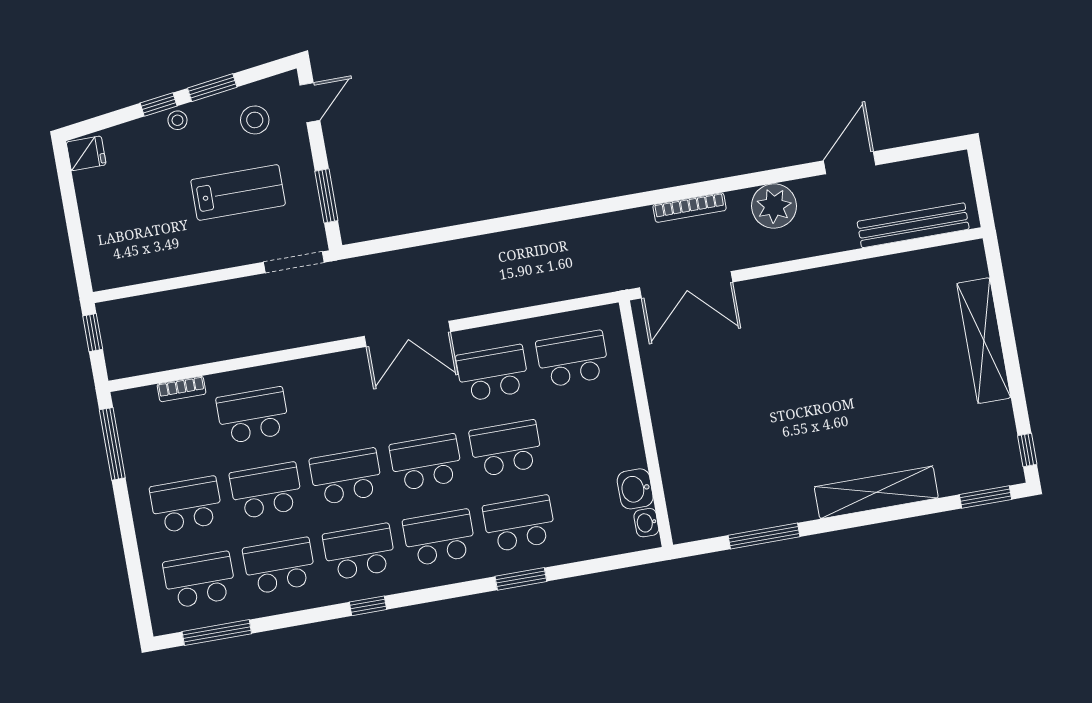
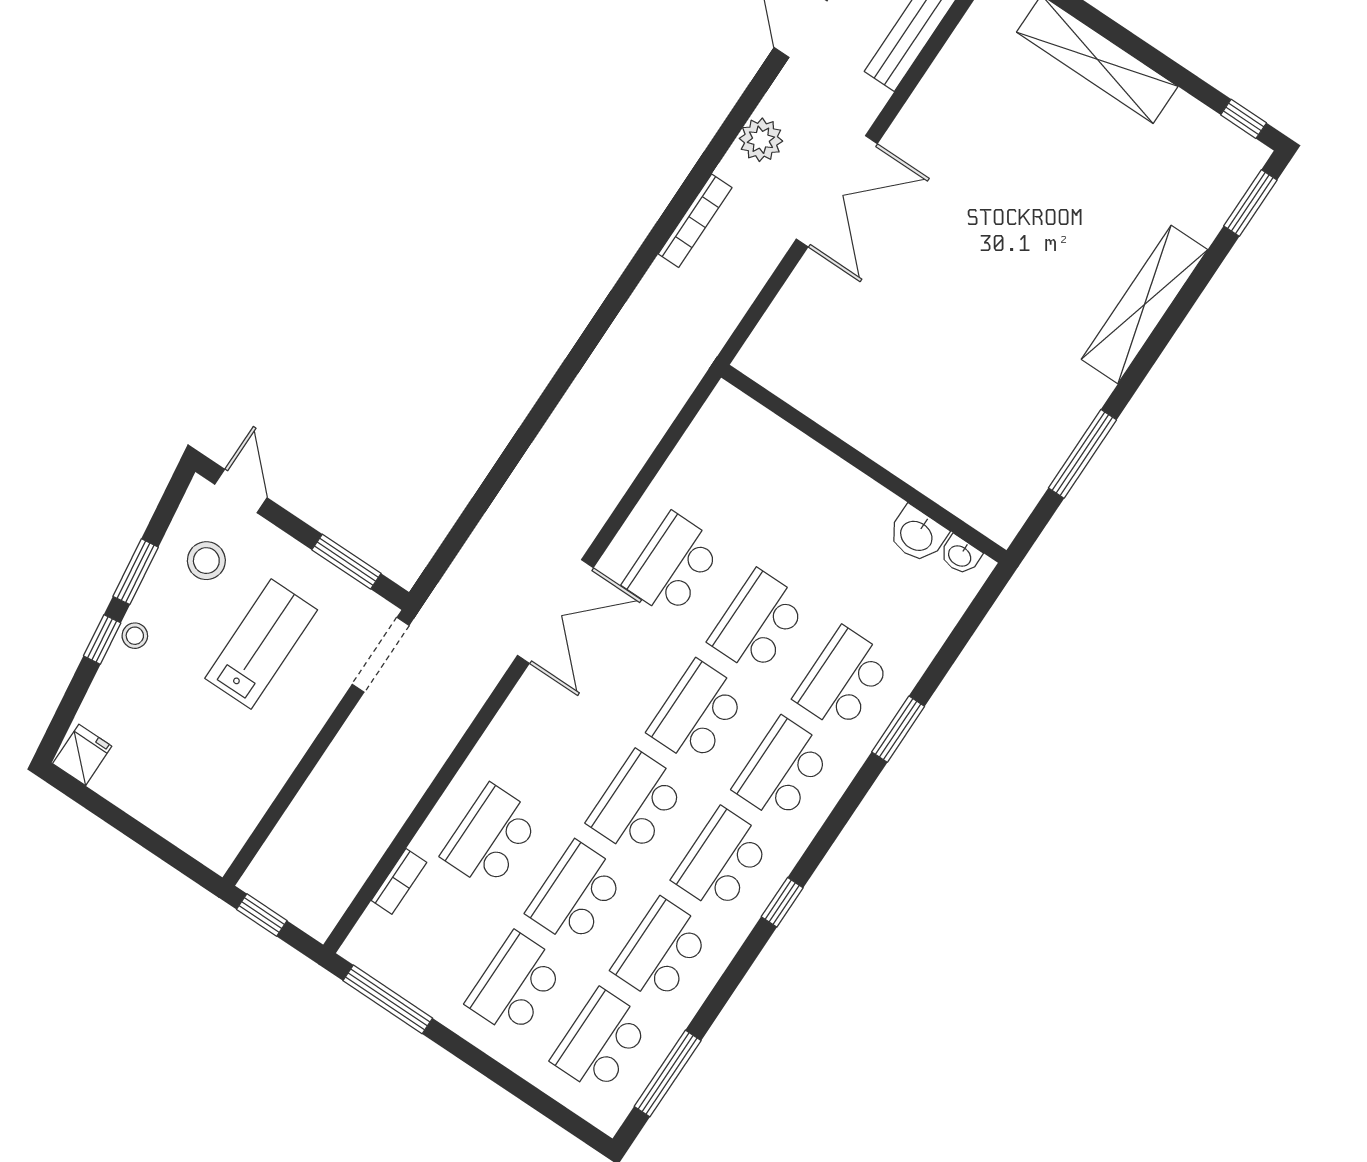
plant: (774, 206) -> (761, 140), width x0.73, depth x0.73
double door: (686, 285) -> (837, 191), moved
school desk: (573, 359) -> (733, 475), removed

